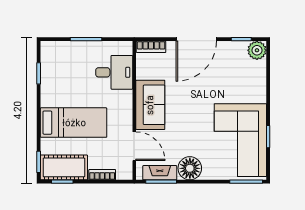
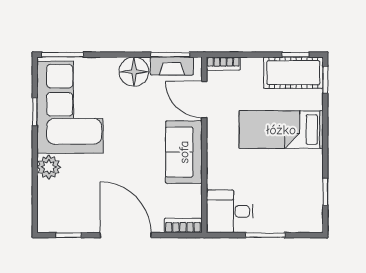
door: (196, 39) -> (126, 235), hinge flipped
plant: (257, 50) -> (49, 167), moved
desk: (114, 72) -> (230, 211), moved
bookcase: (102, 175) -> (223, 64), moved

